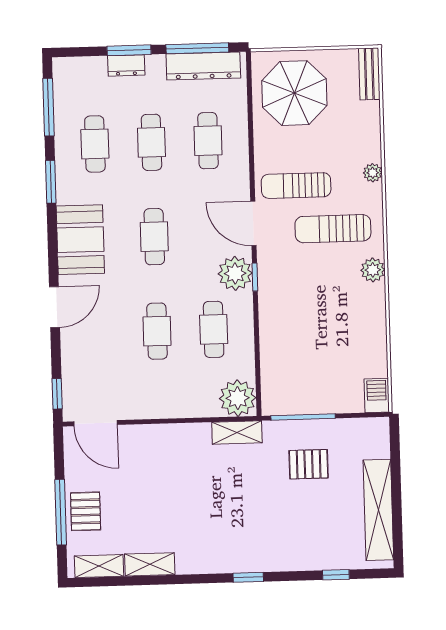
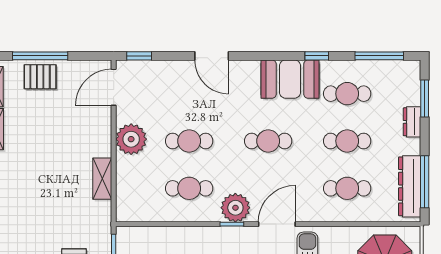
window: (129, 50) -> (425, 99), moved
window: (51, 182) -> (317, 56), width x0.67
booth: (80, 240) -> (290, 79), moved
plant: (238, 398) -> (131, 139), moved
shelving: (237, 433) -> (102, 179), moved

